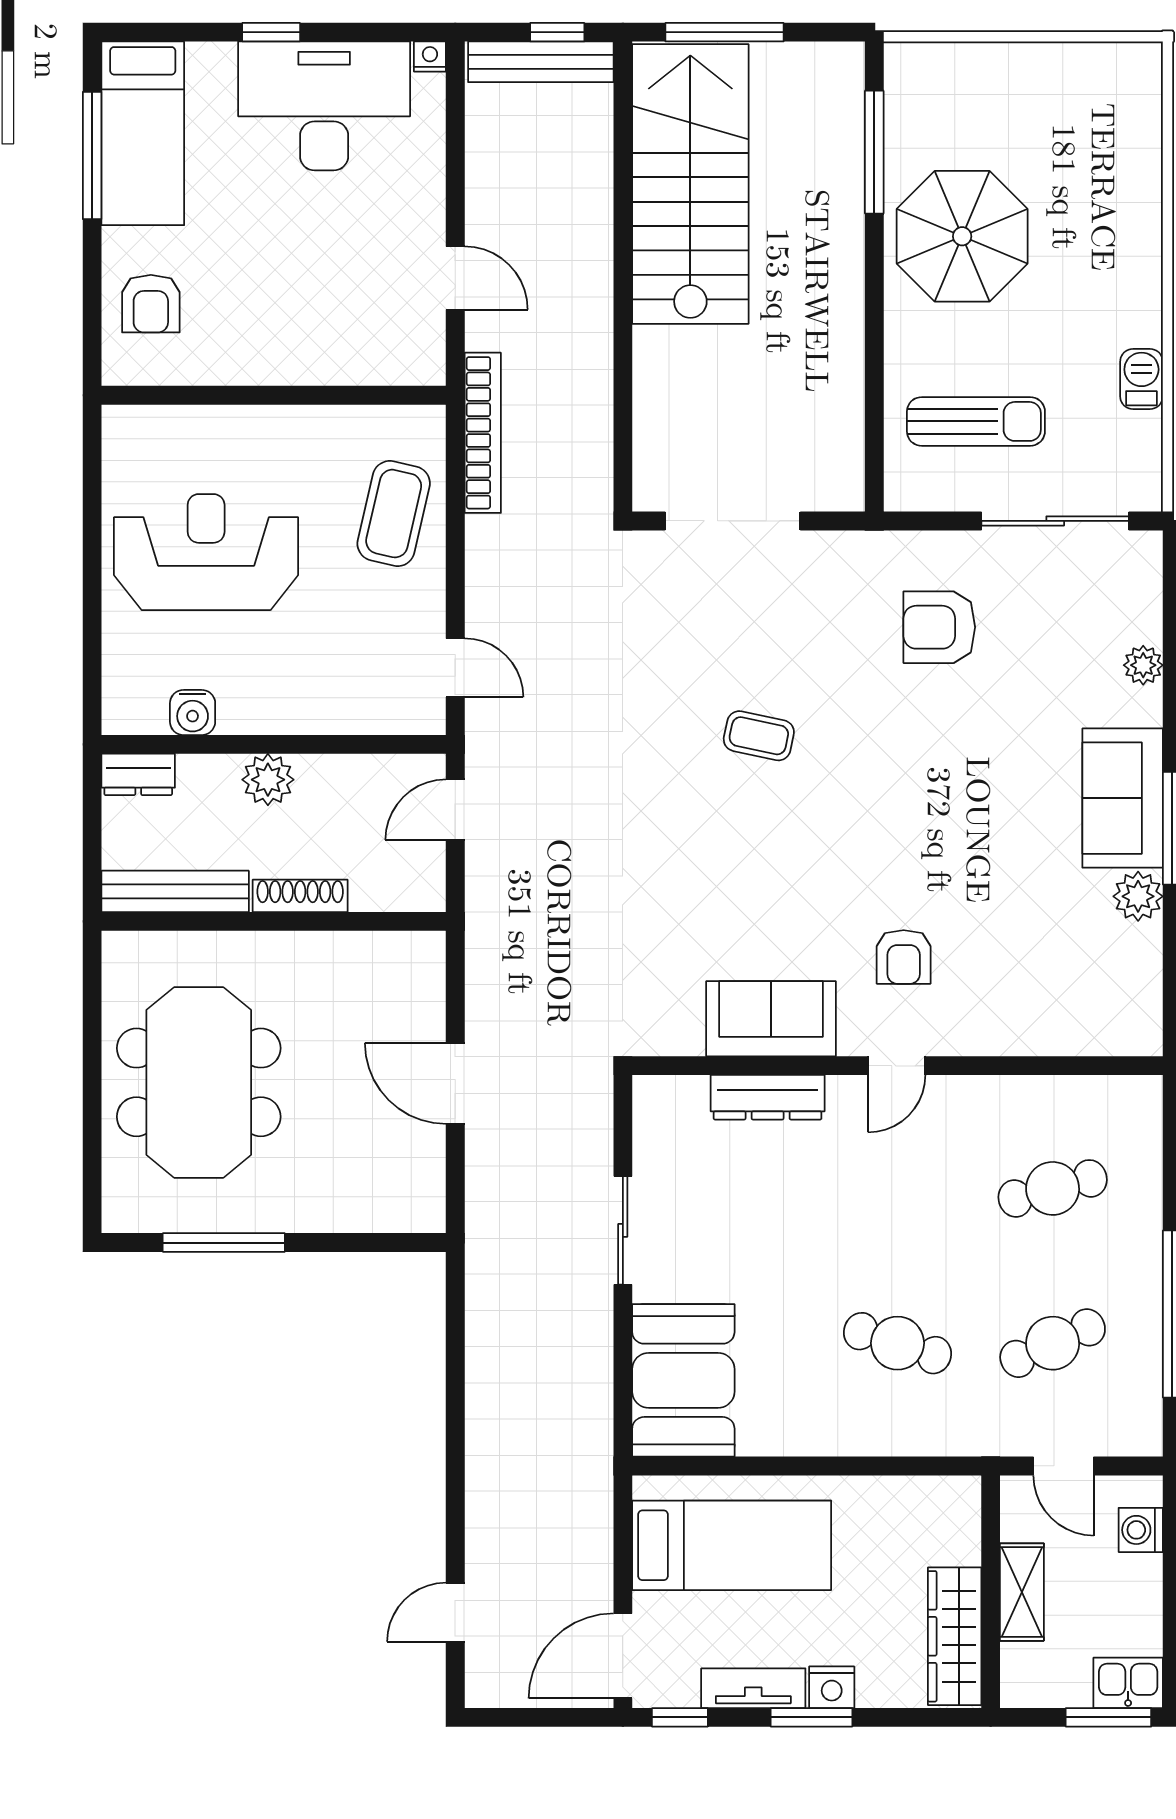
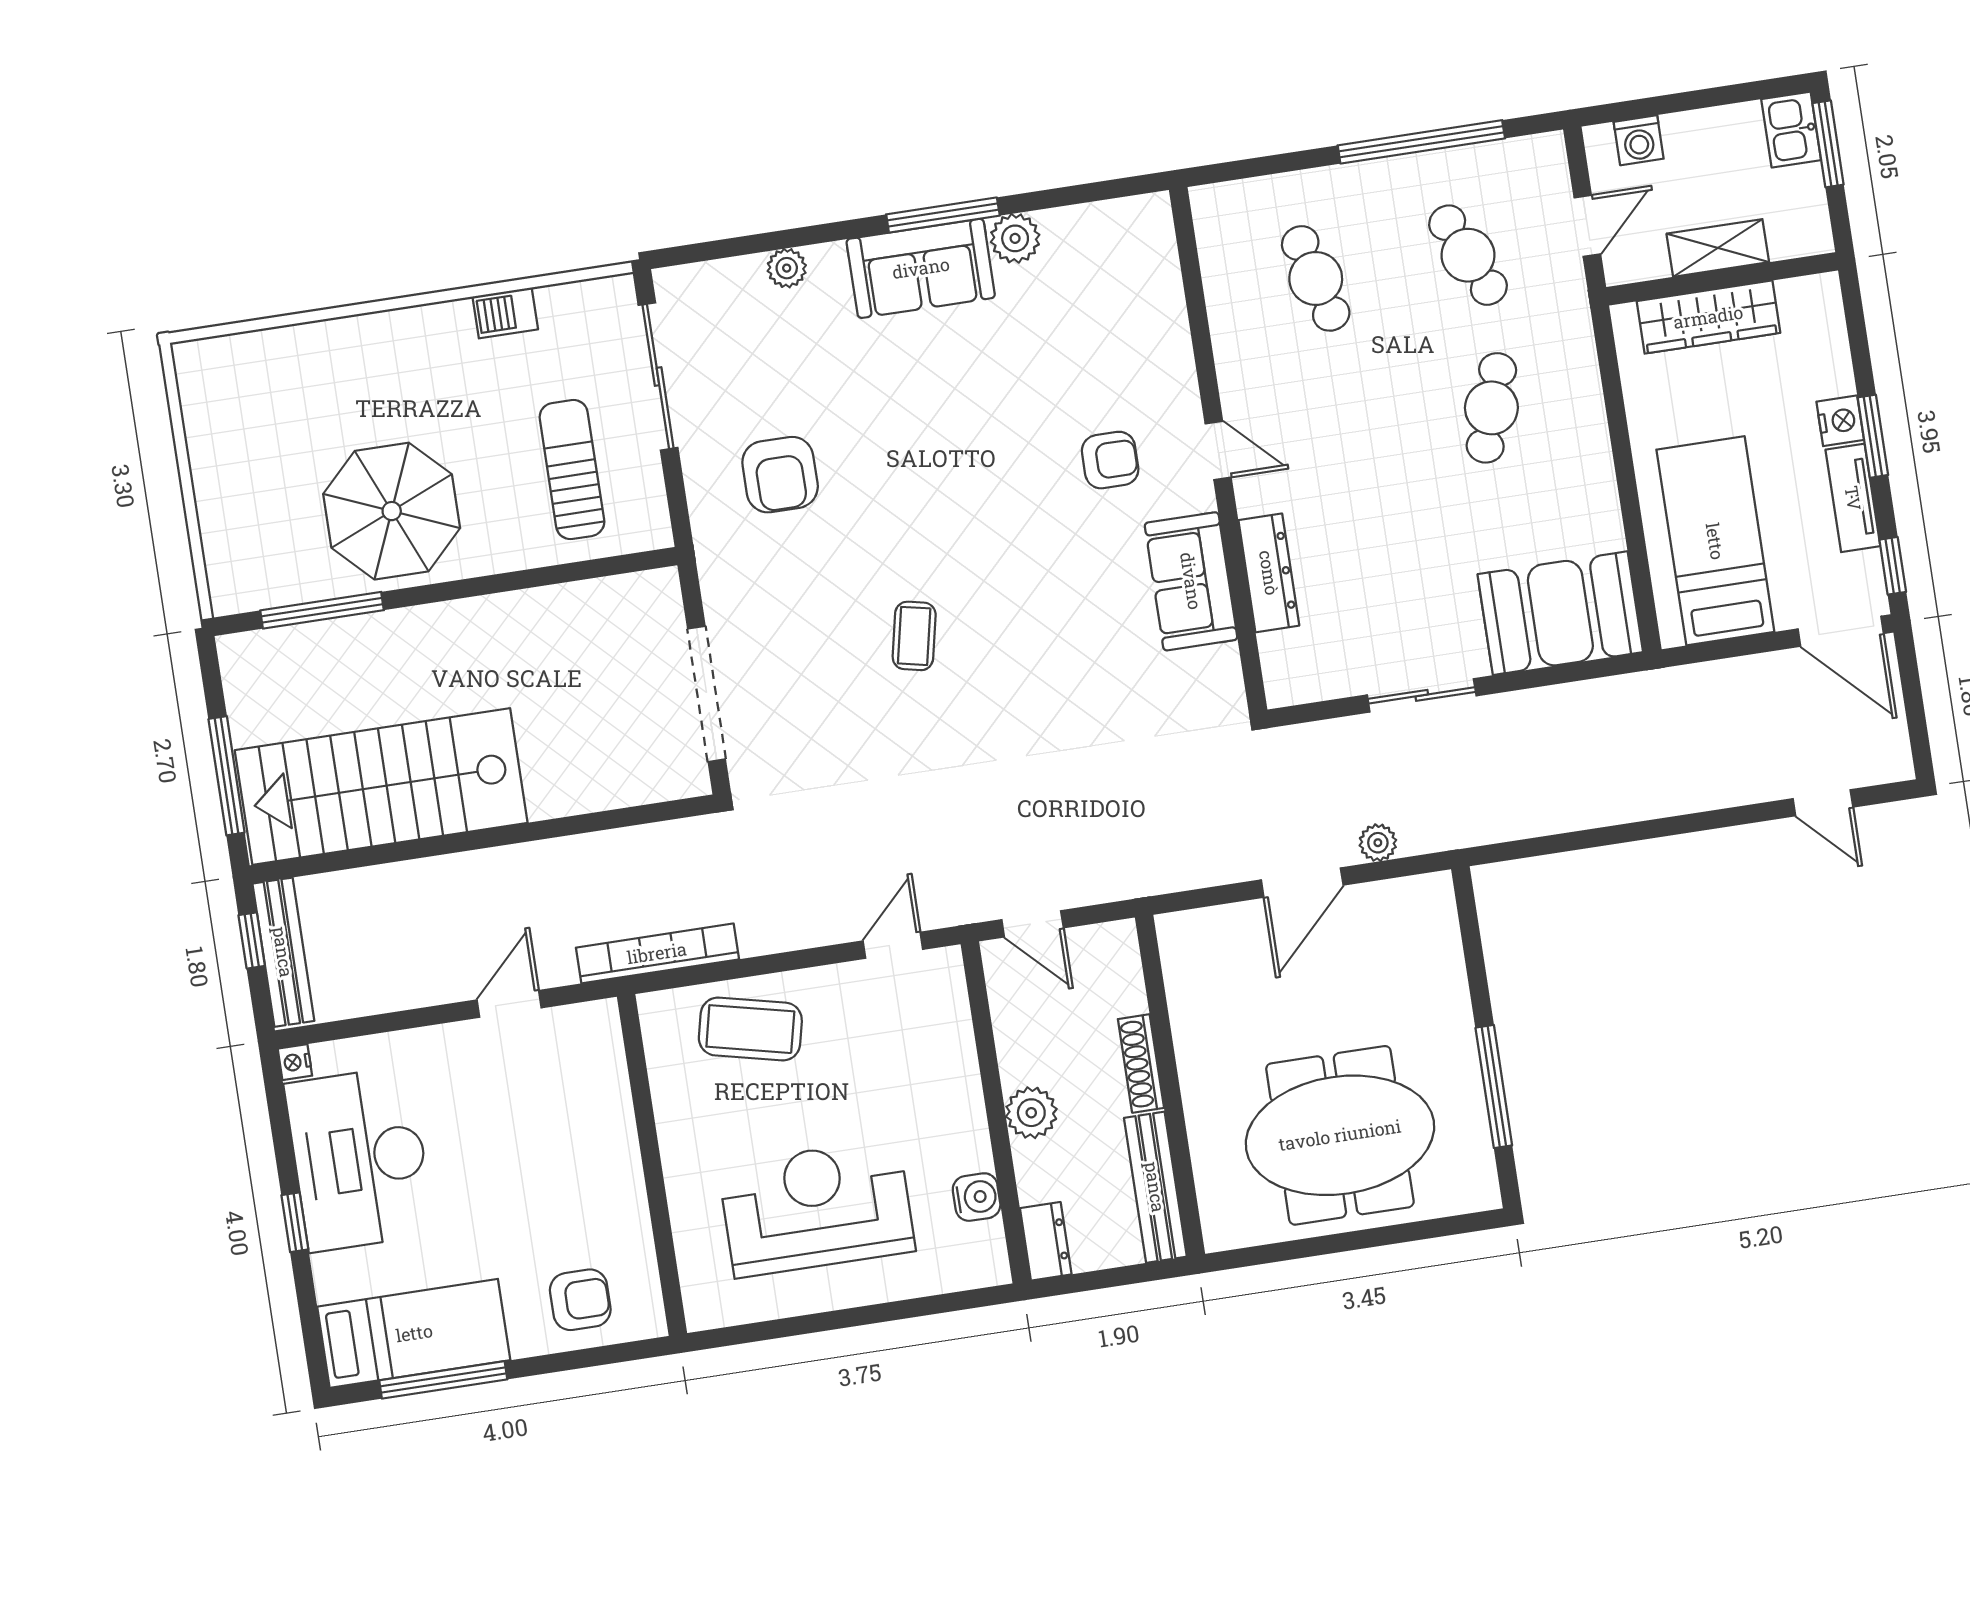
reception desk: (206, 552) -> (817, 1208), turned 90
plant: (483, 1164) -> (1378, 843), added
wardrobe: (955, 1636) -> (1708, 317), moved

